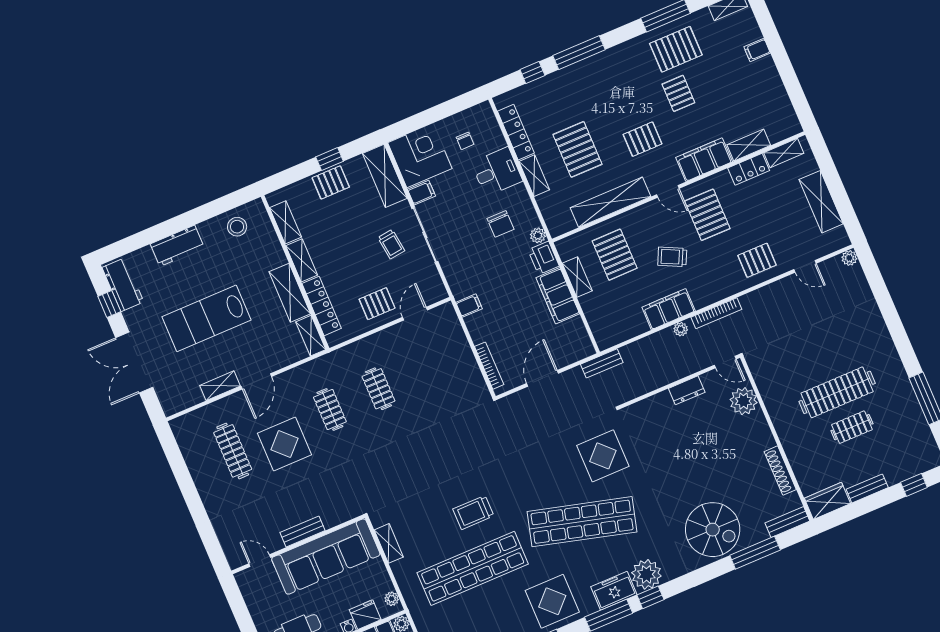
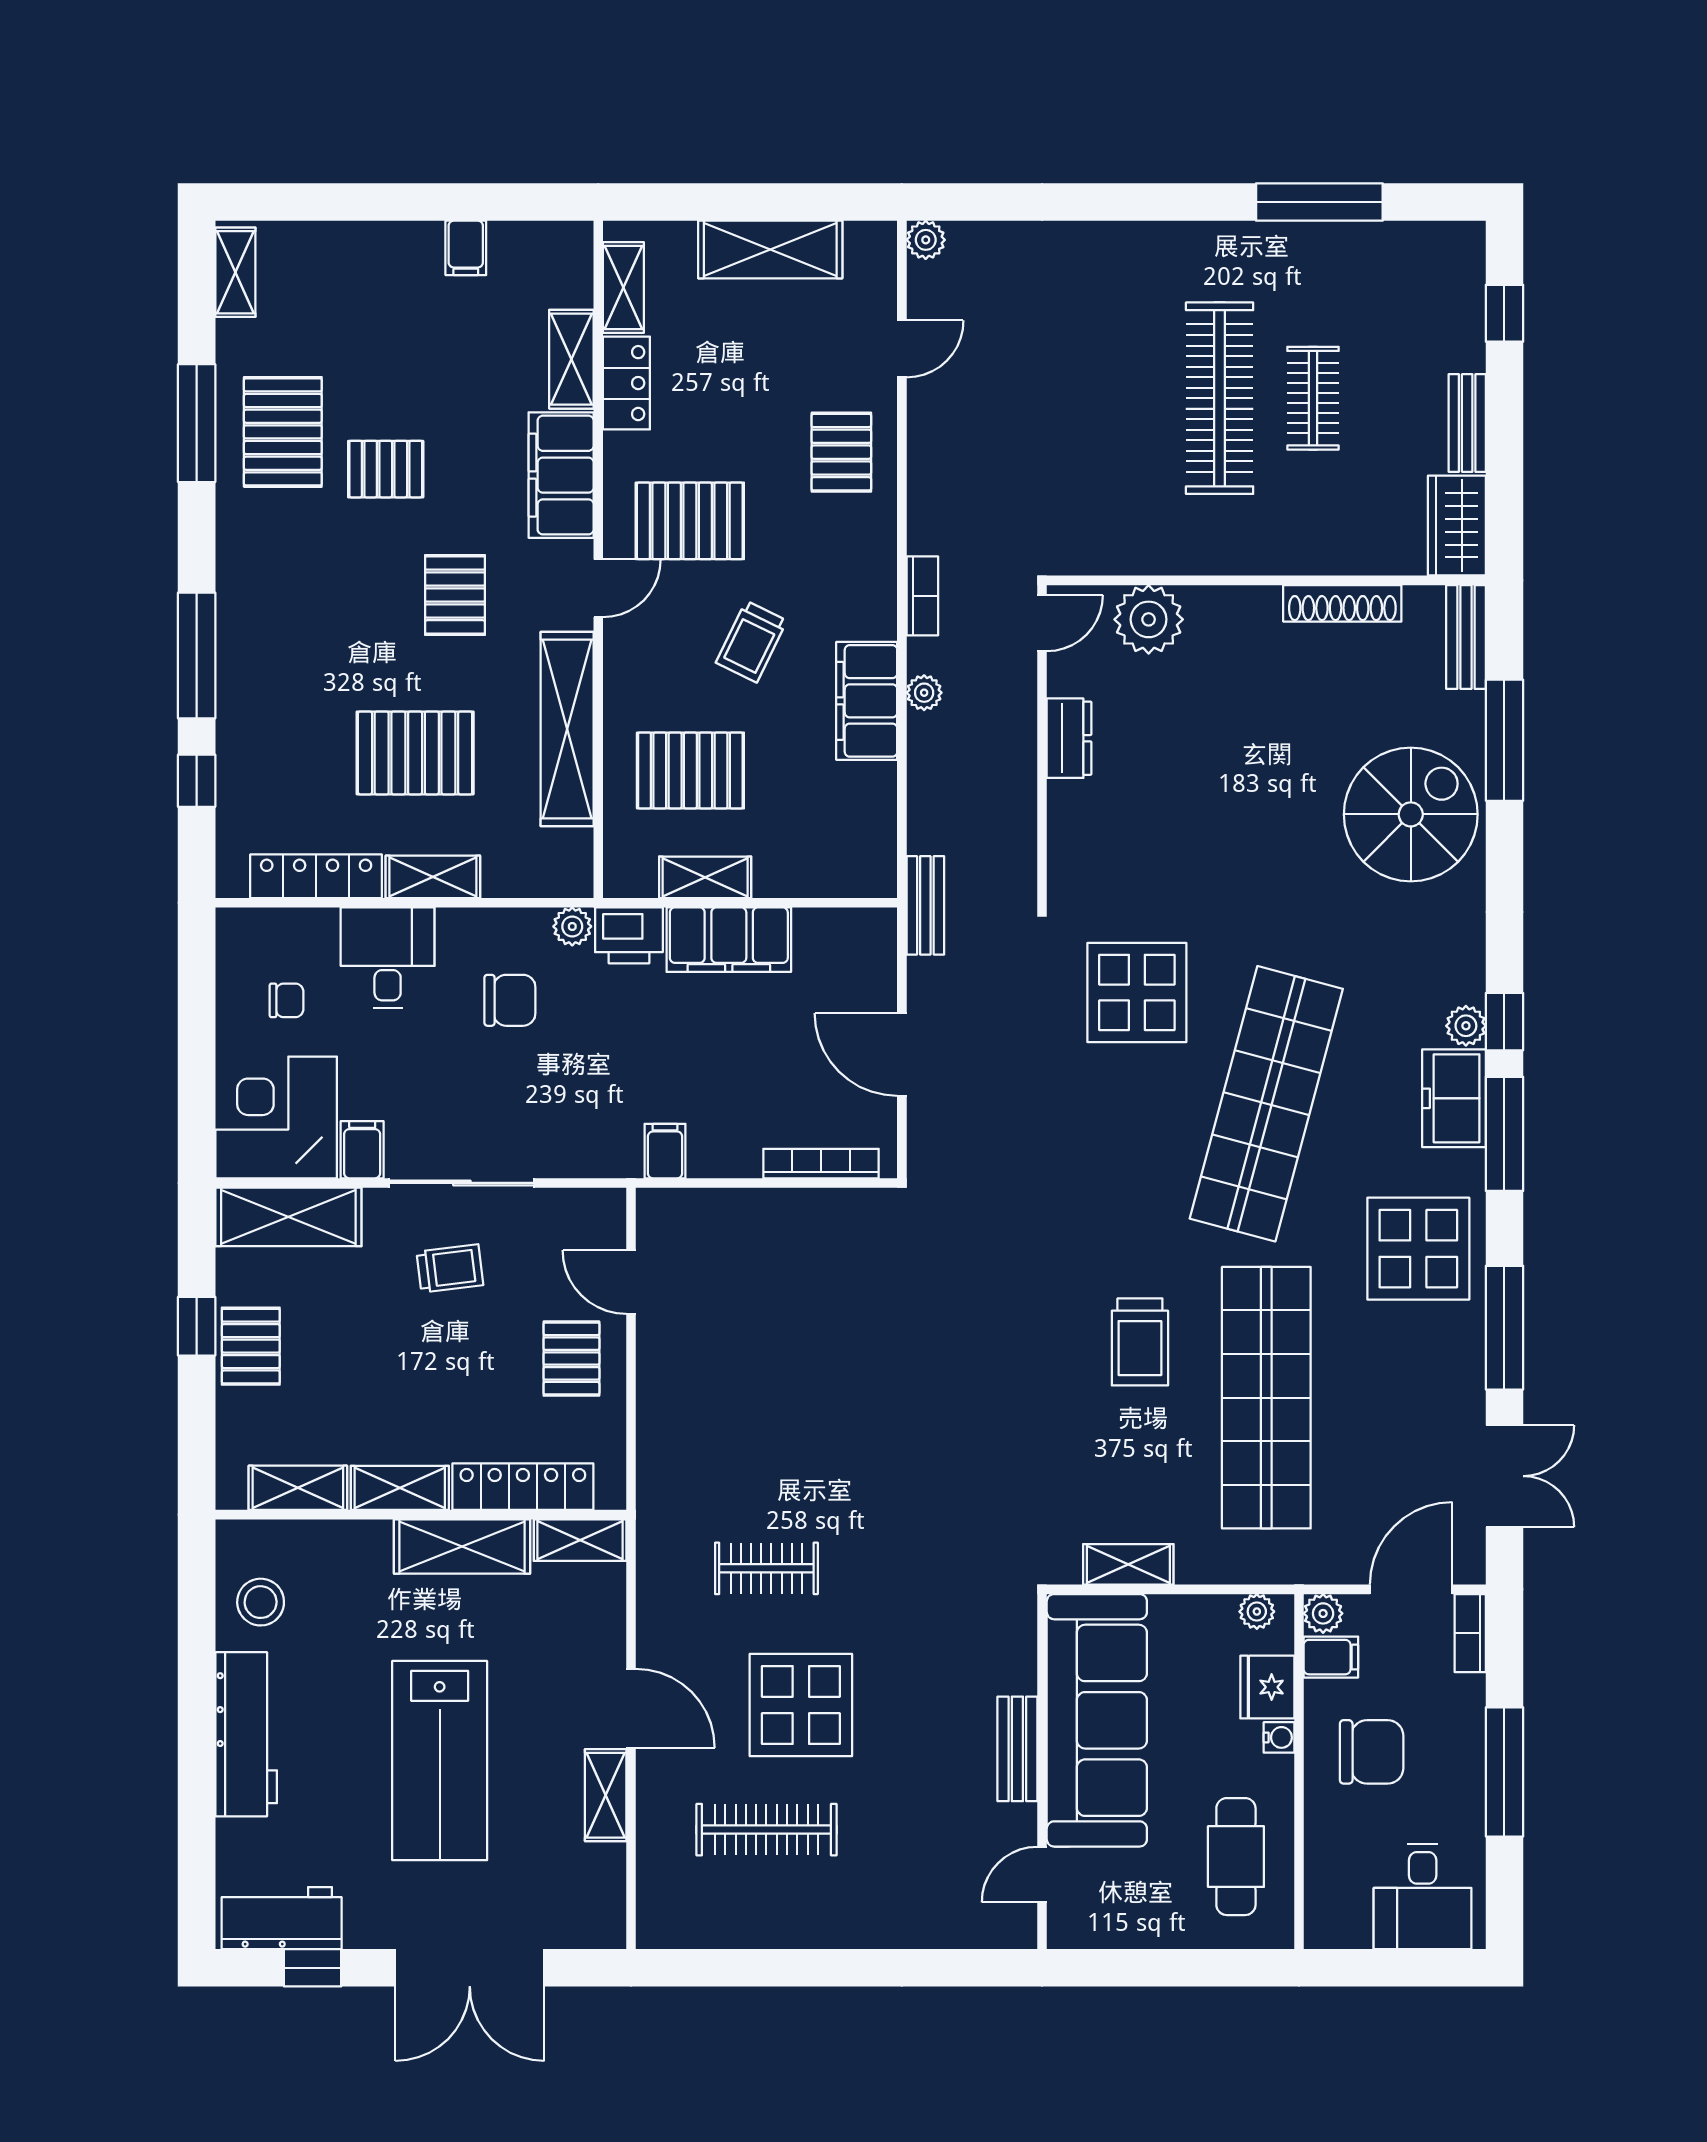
filing cabinet: (757, 50) -> (466, 248), moved
workbench: (177, 246) -> (246, 1734), width x1.38
bookcase: (716, 313) -> (922, 596), width x0.64
clothes rail: (378, 389) -> (766, 1438), removed
plant: (646, 574) -> (1466, 1026), width x0.53, depth x0.53

